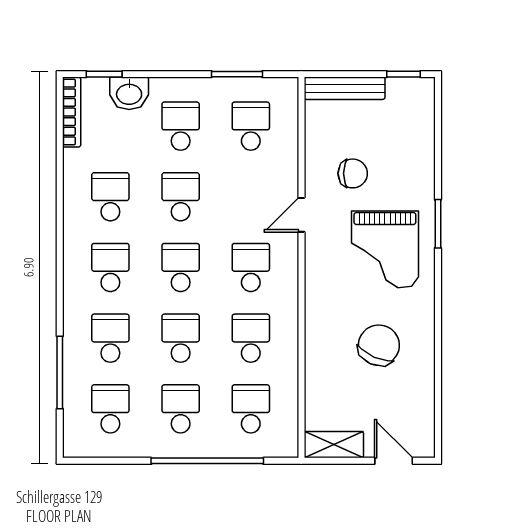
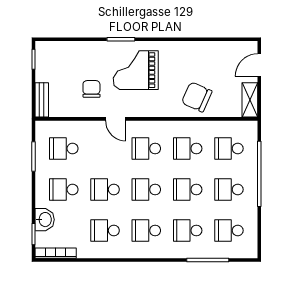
bench: (345, 88) -> (42, 100), width x0.73
grand piano: (385, 249) -> (136, 70), turned 180
chair: (379, 345) -> (197, 97), moved

